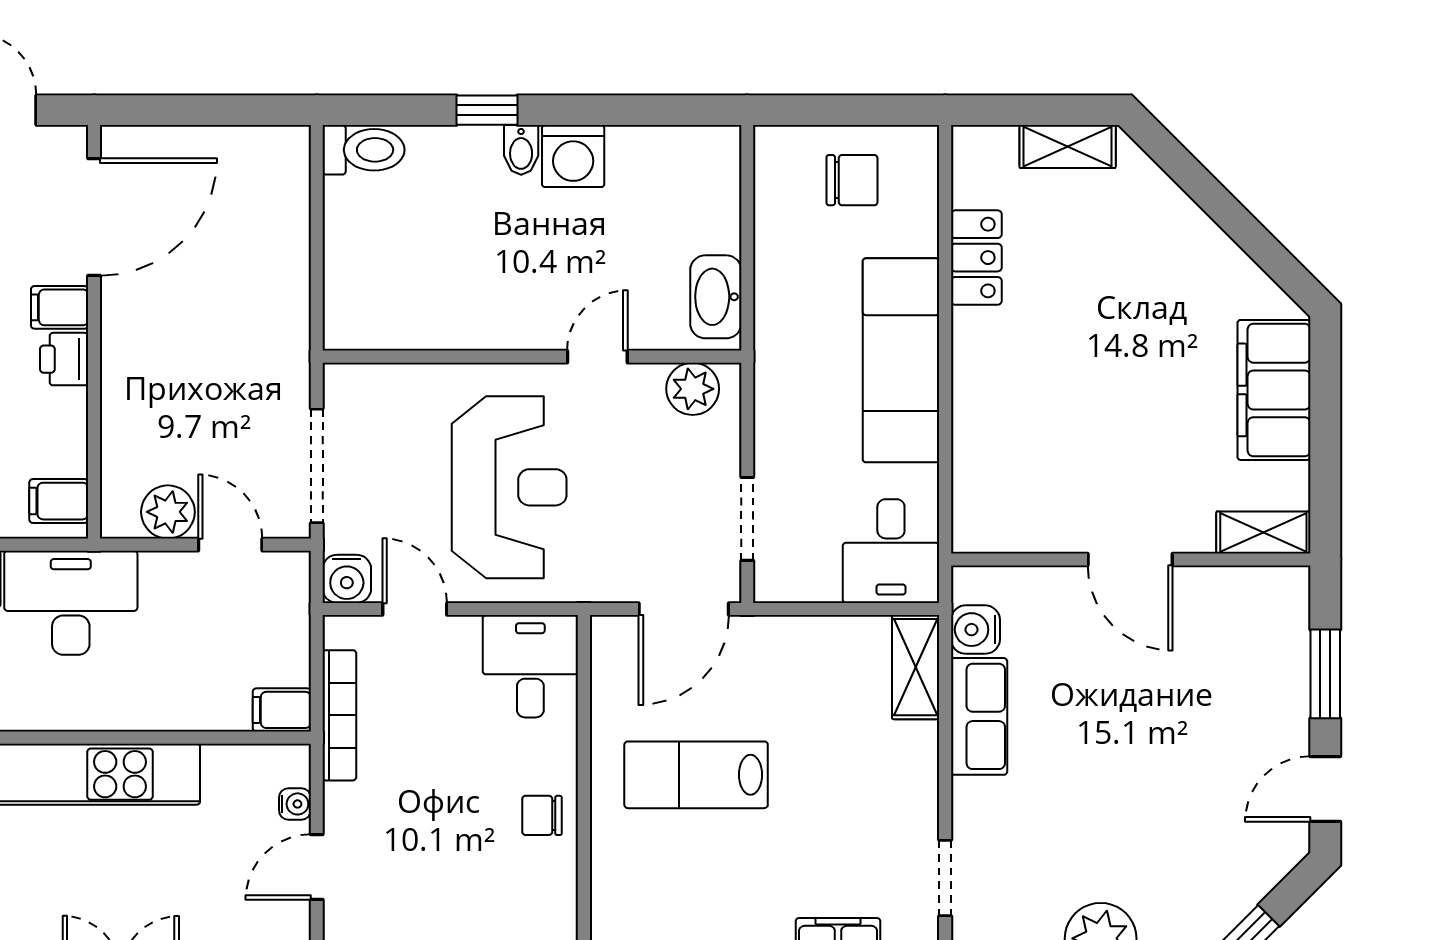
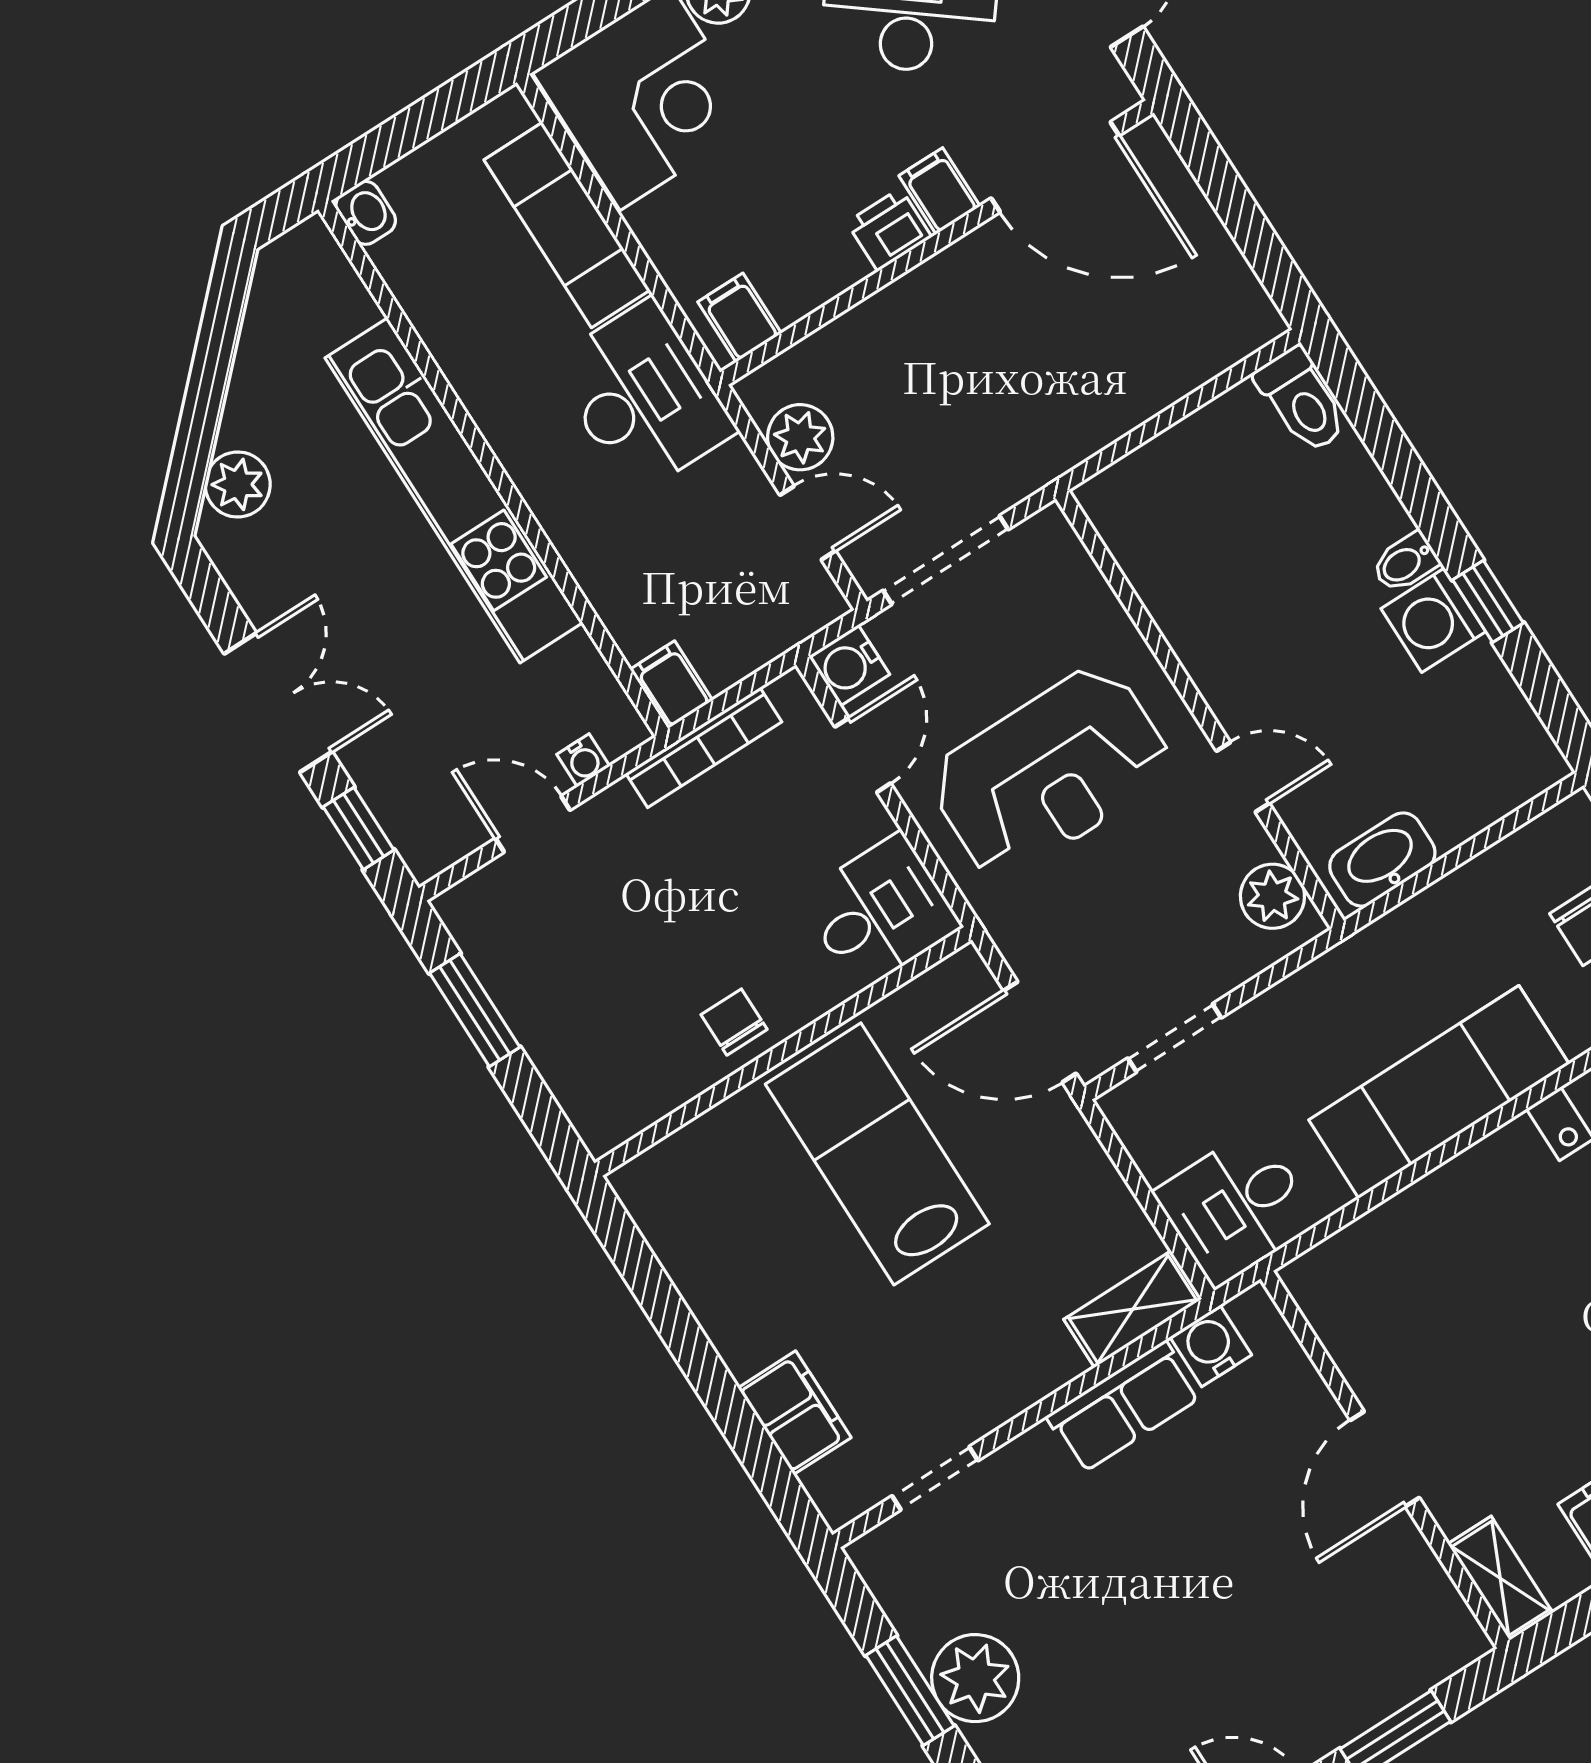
window: (487, 110) -> (1488, 601), moved
door: (230, 545) -> (808, 523), hinge flipped
lab bench: (696, 775) -> (877, 1154), width x1.36, depth x1.39

